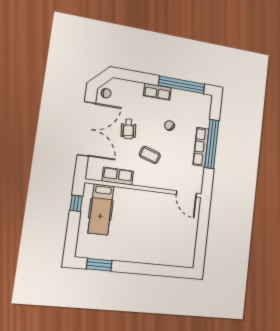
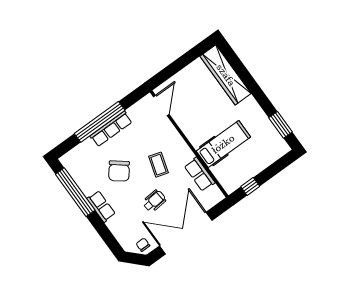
chair: (169, 125) -> (119, 171), width x1.87, depth x1.87
hospital bed: (101, 209) -> (223, 144), moved
wardrobe: (168, 257) -> (226, 75), added

